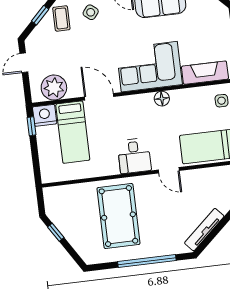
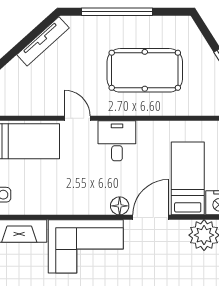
door: (99, 97) -> (151, 217), swing flipped
floor lamp: (162, 99) -> (120, 206), moved
pool table: (118, 216) -> (145, 70), turned 90

